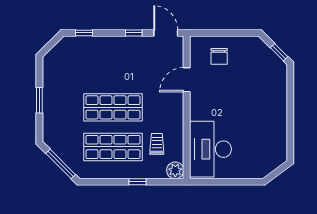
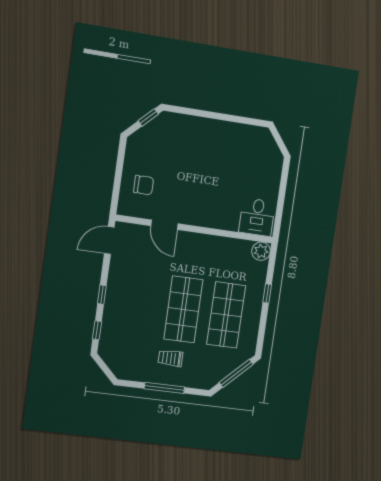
window: (134, 33) -> (102, 295), moved
window: (39, 100) -> (164, 388), width x1.44
trolley: (157, 144) -> (170, 358), moved
desk: (210, 149) -> (257, 217), width x0.53, depth x0.77

